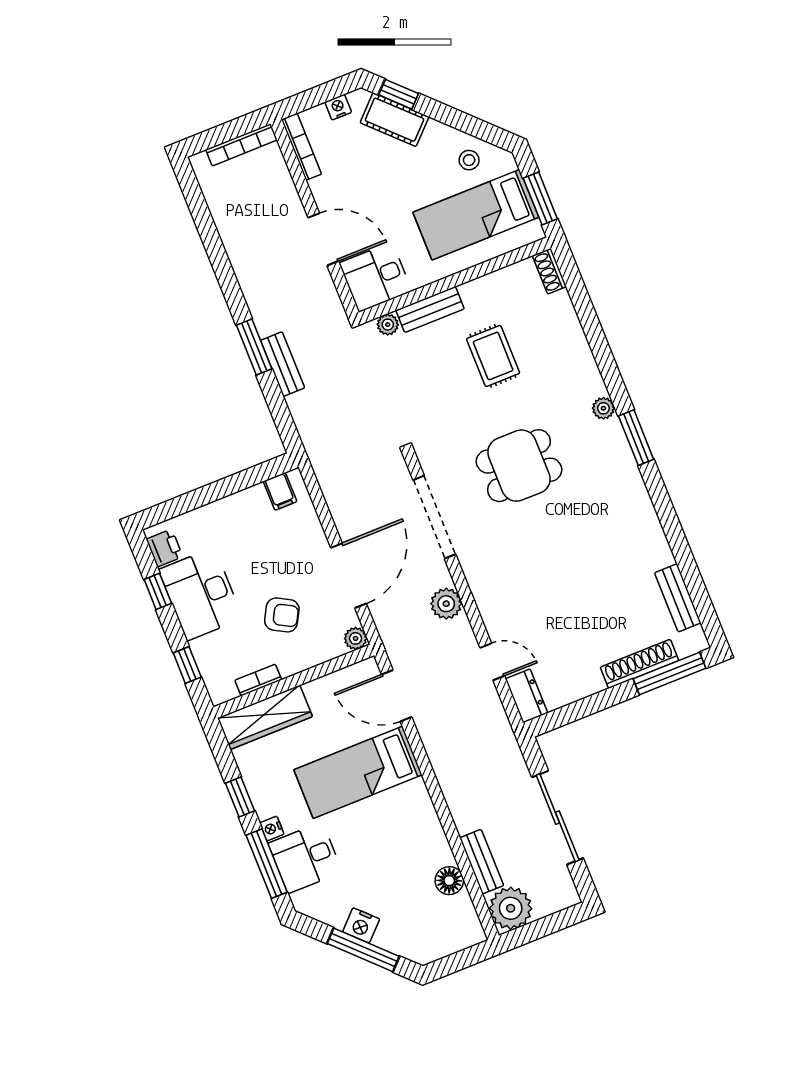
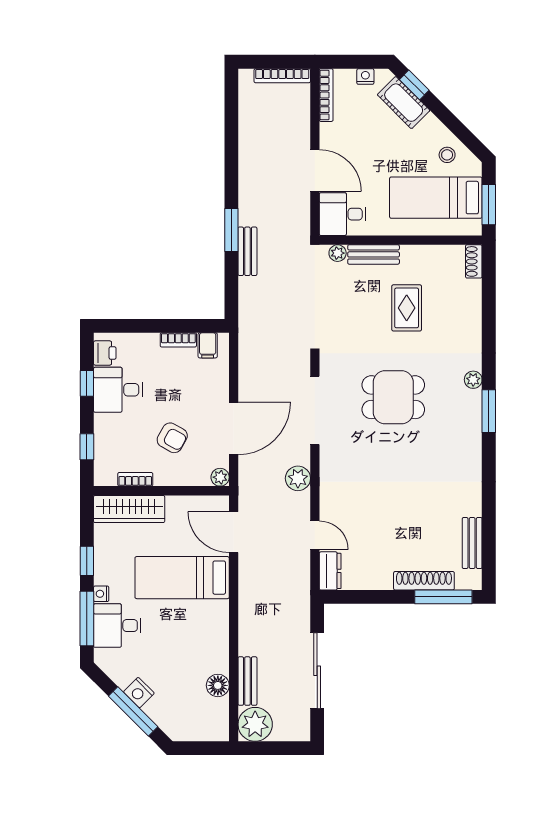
bookcase: (244, 499) -> (178, 340), added
desk: (201, 594) -> (118, 390), width x0.73

